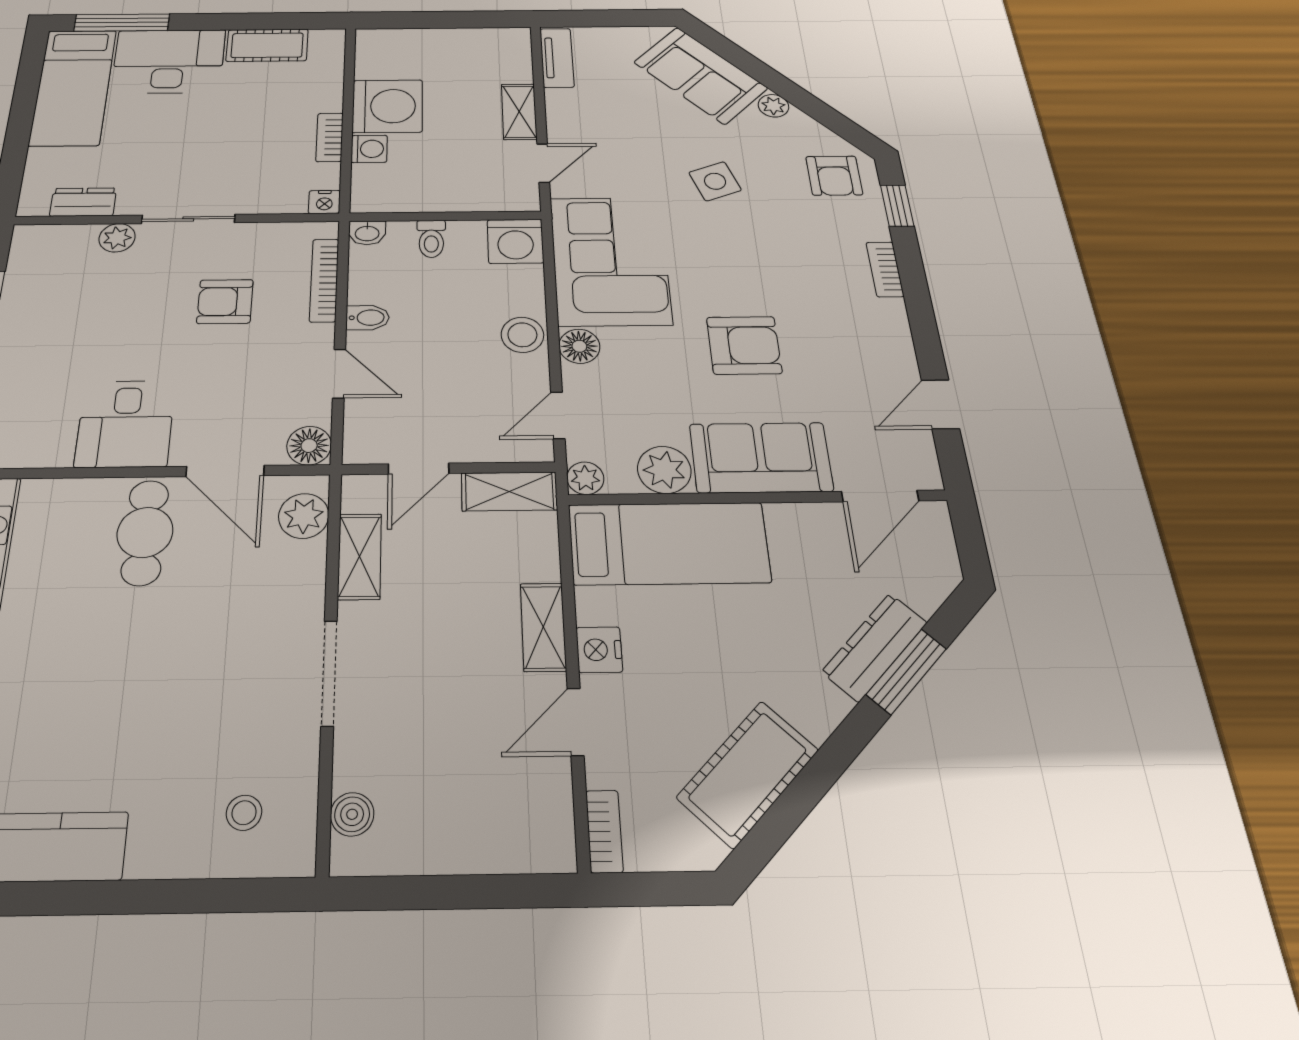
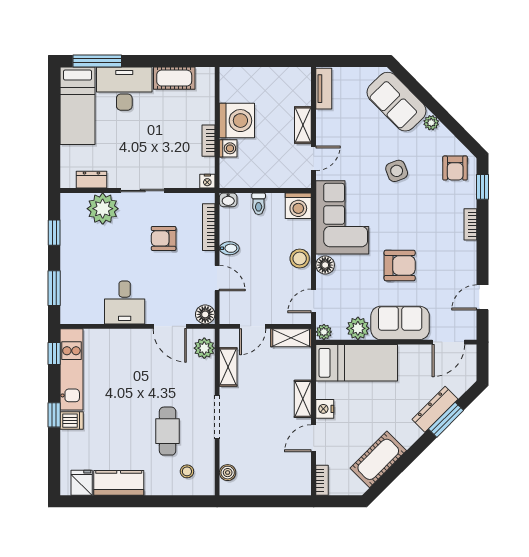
plant: (117, 238) -> (103, 209), width x1.87, depth x1.87
cafe table: (145, 532) -> (168, 431), moved

